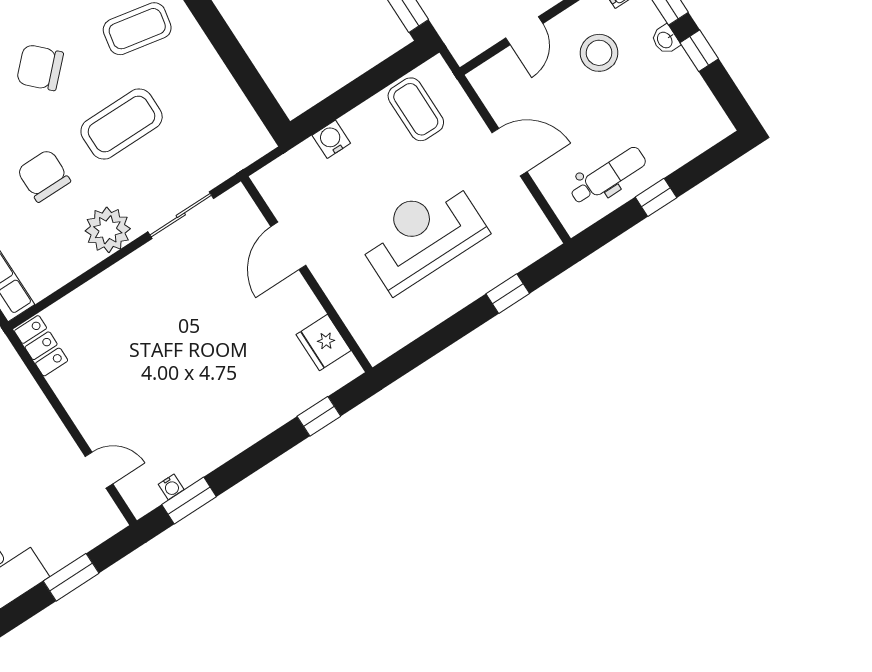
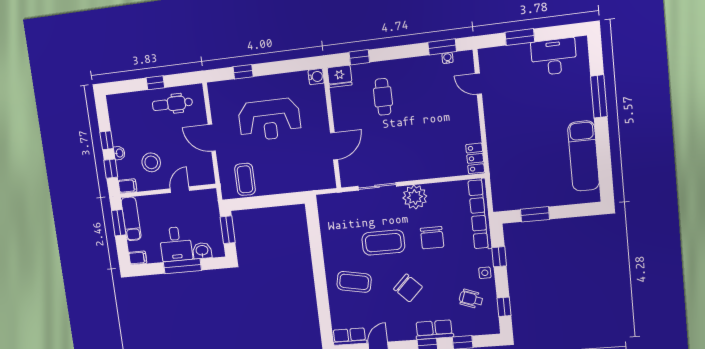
water cooler: (331, 139) -> (316, 77), moved, turned -90
fridge: (324, 343) -> (340, 76), moved, turned 90
cafe table: (246, 371) -> (383, 97), added

